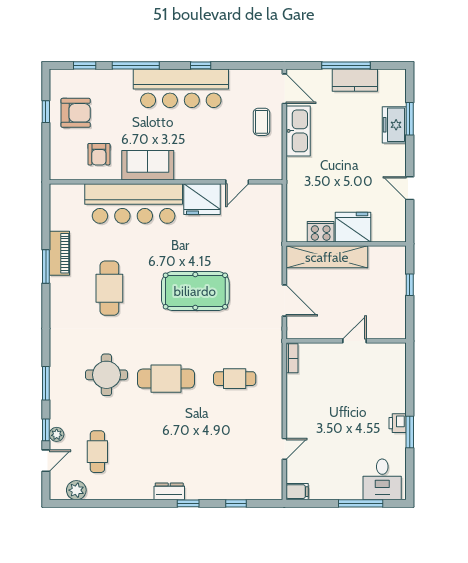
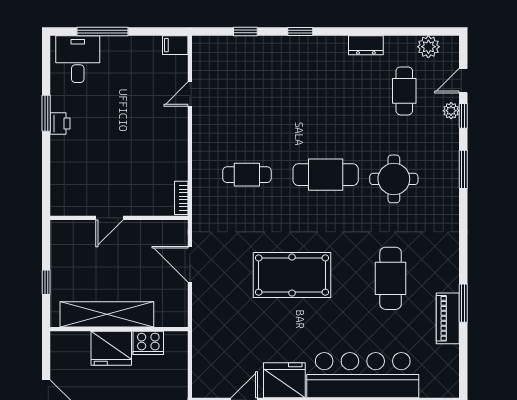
shelving: (327, 257) -> (107, 314), moved
dresser: (169, 491) -> (366, 45), moved

